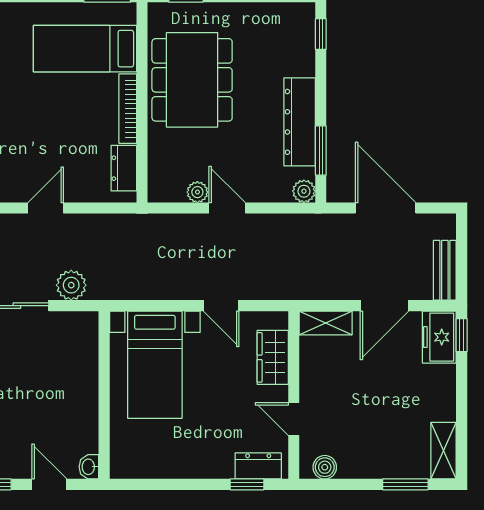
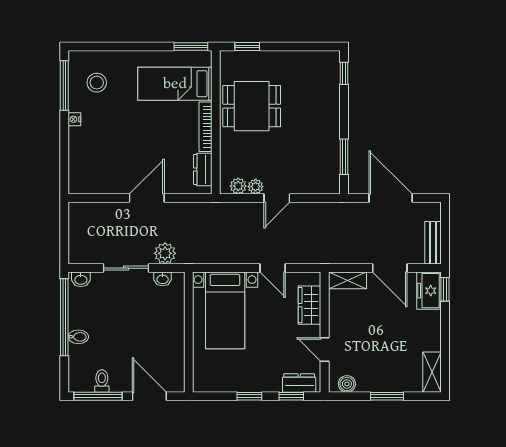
dining table: (192, 80) -> (252, 106), width x0.73
dresser: (300, 122) -> (329, 136), removed
plant: (304, 191) -> (238, 186), moved
door: (46, 208) -> (147, 198), width x1.38
door: (227, 208) -> (277, 198), swing flipped
door: (384, 306) -> (390, 268), hinge flipped
washbasin: (89, 467) -> (163, 279), moved, turned -90
door: (49, 484) -> (149, 396), width x1.38
window: (189, 484) -> (249, 396), added
window: (405, 484) -> (387, 396), moved

